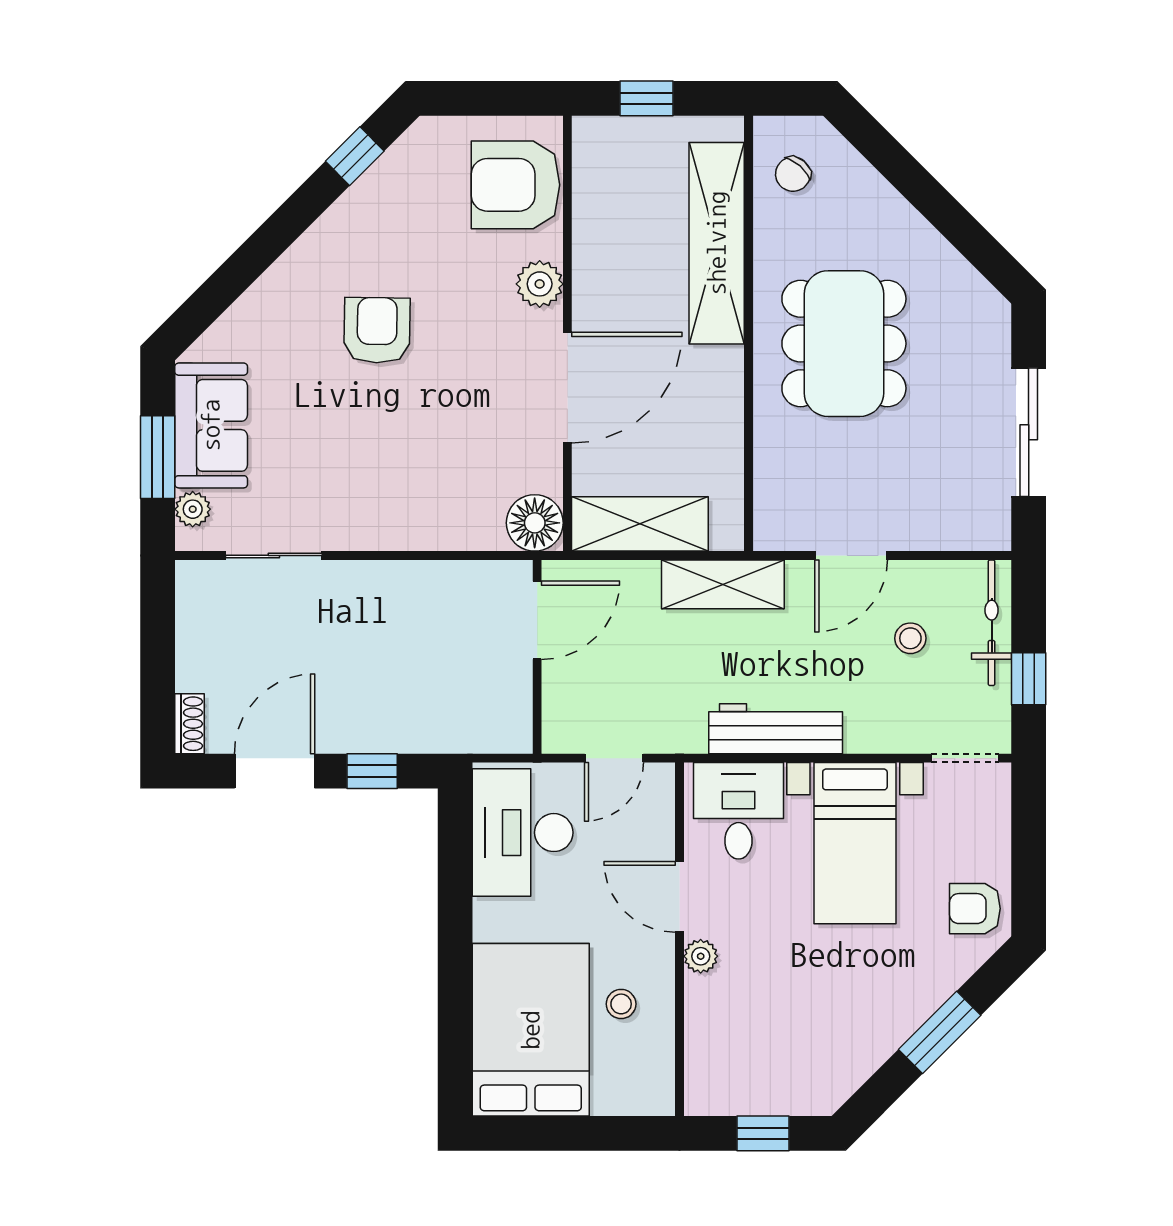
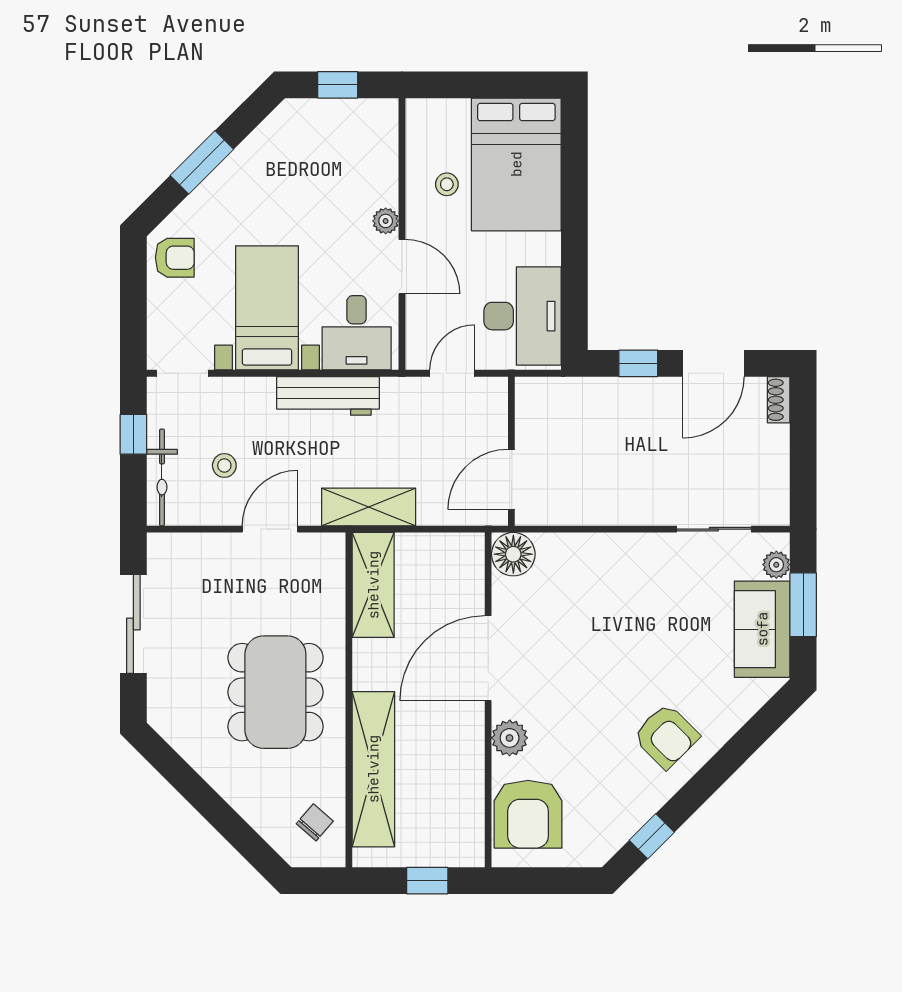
armchair: (515, 185) -> (528, 814), turned 90
armchair: (377, 330) -> (666, 736), moved, turned -46
shelving: (640, 524) -> (373, 585), moved, turned 90

